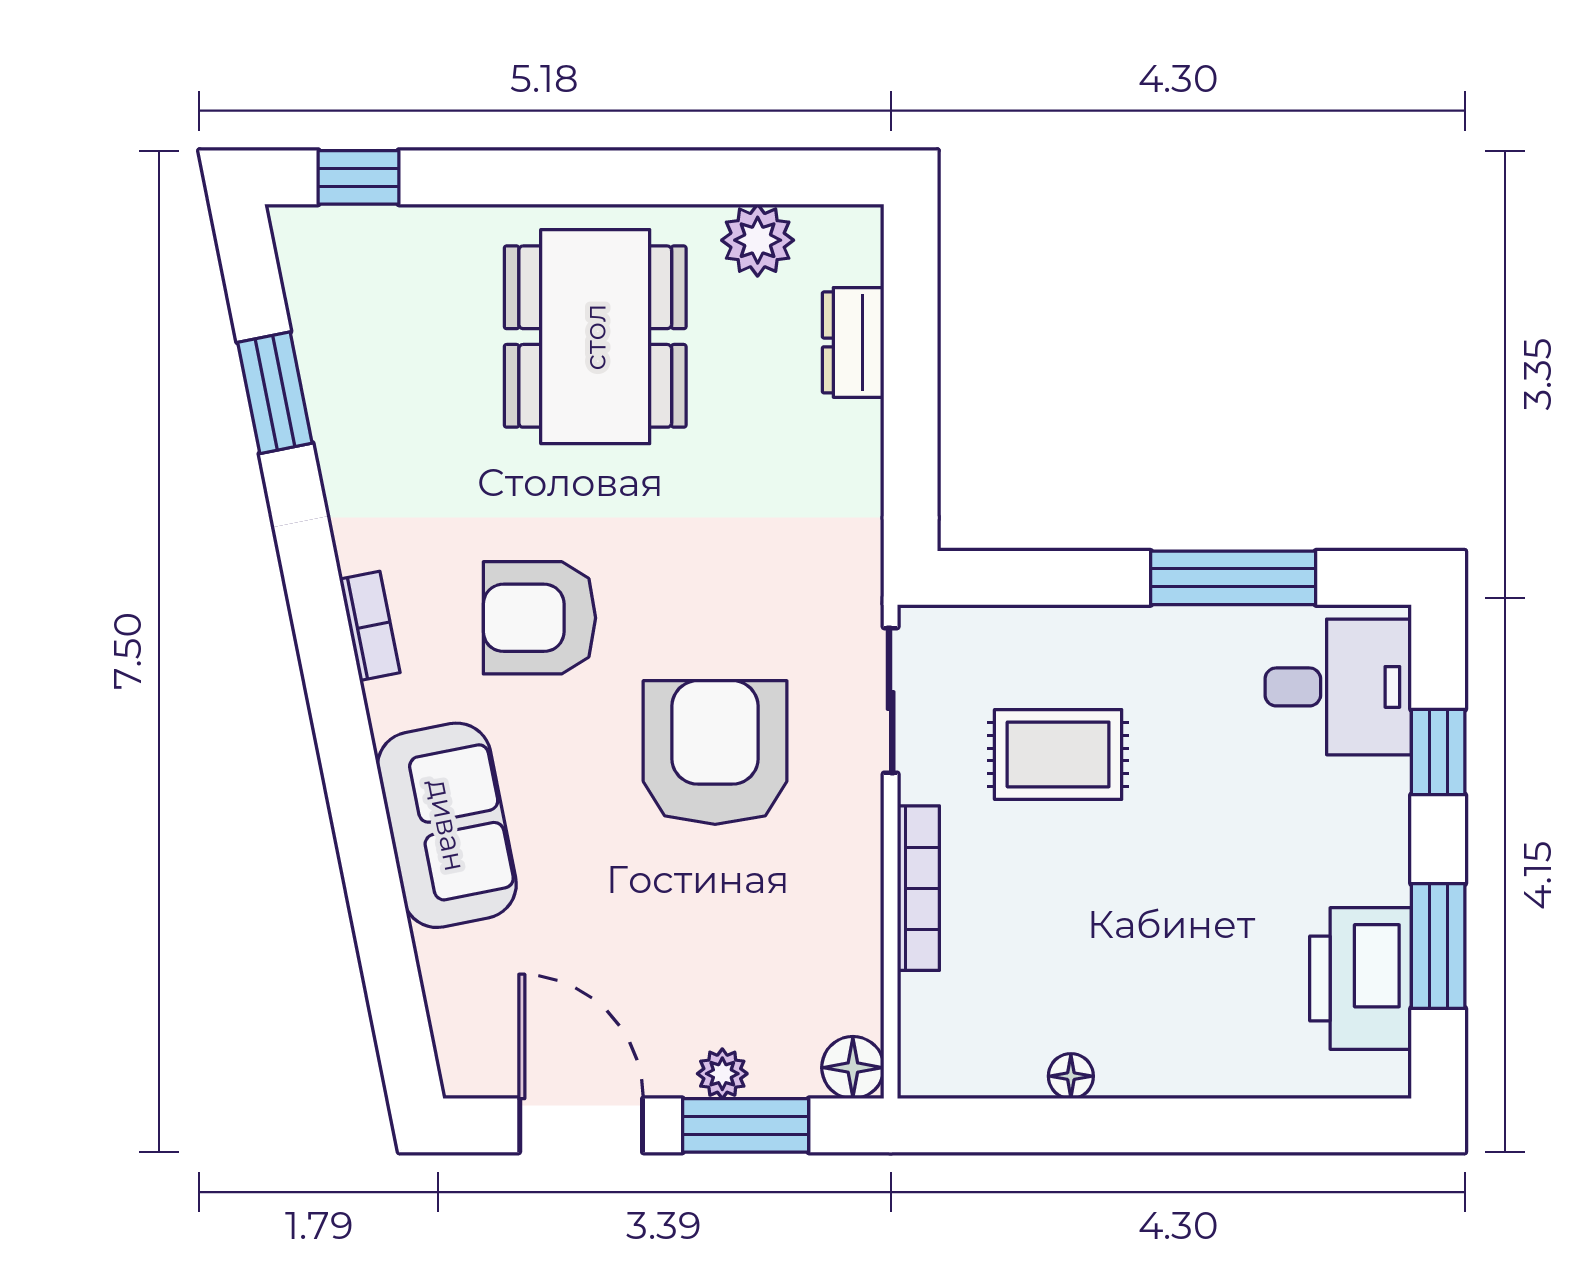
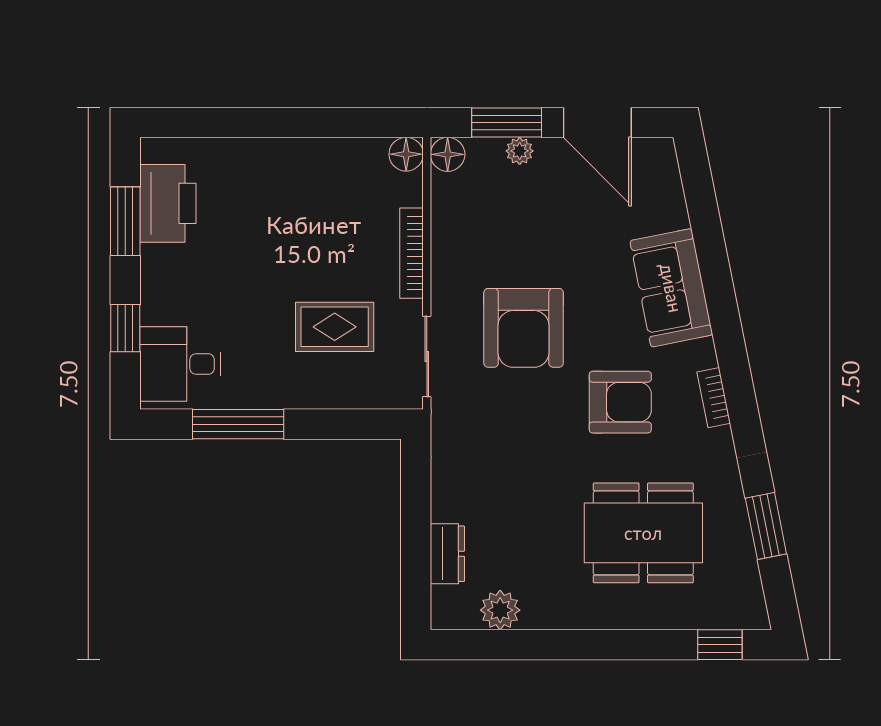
dining table: (595, 337) -> (643, 533), moved, turned 90
floor lamp: (1071, 1076) -> (406, 154), moved, width x1.37, depth x1.37

